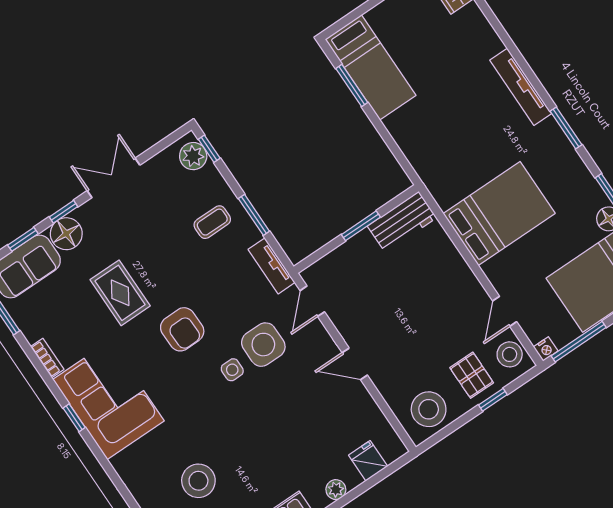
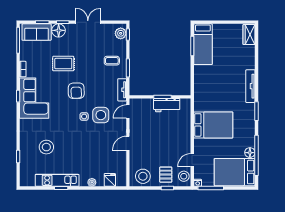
workbench: (402, 222) -> (167, 105), moved
rug: (120, 293) -> (63, 64), turned 90
door: (355, 364) -> (128, 143), hinge flipped

